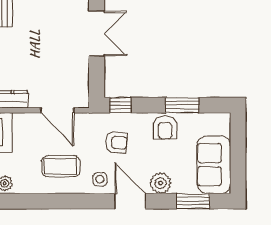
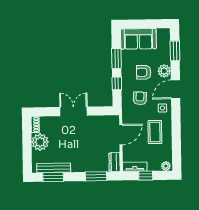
window: (120, 105) -> (117, 83), moved
armchair: (165, 127) -> (144, 72), moved, turned 180
sofa: (214, 165) -> (138, 39), moved

